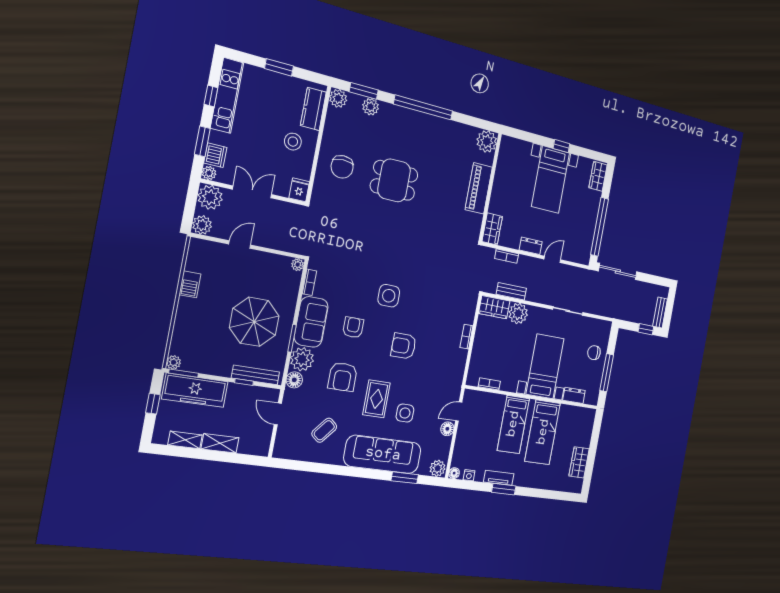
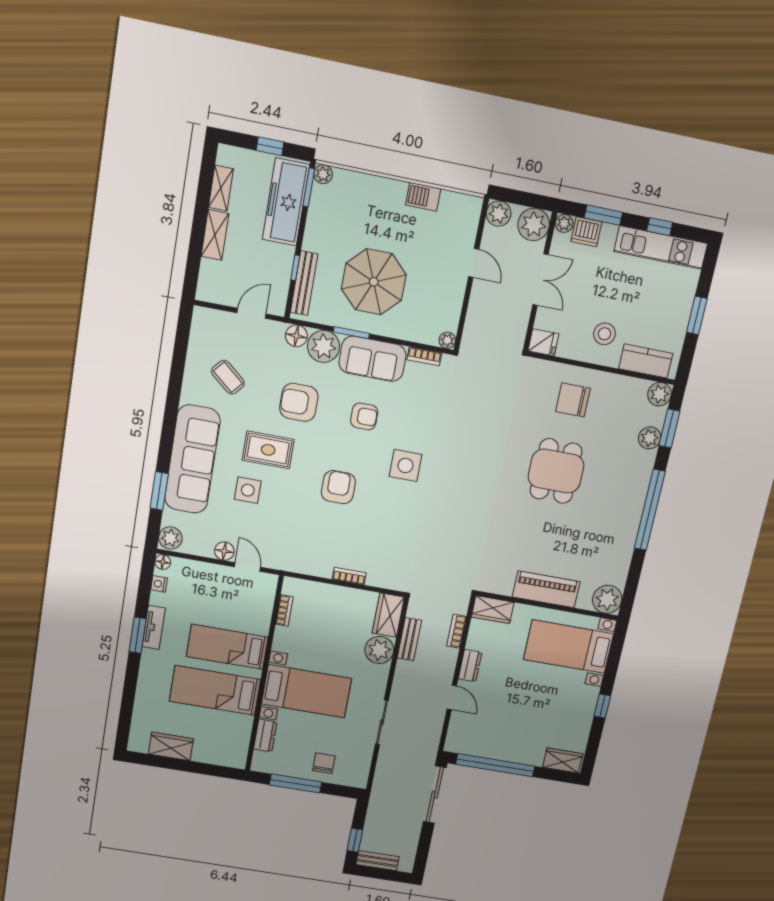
bed with nightstands: (550, 180) -> (568, 647), moved

